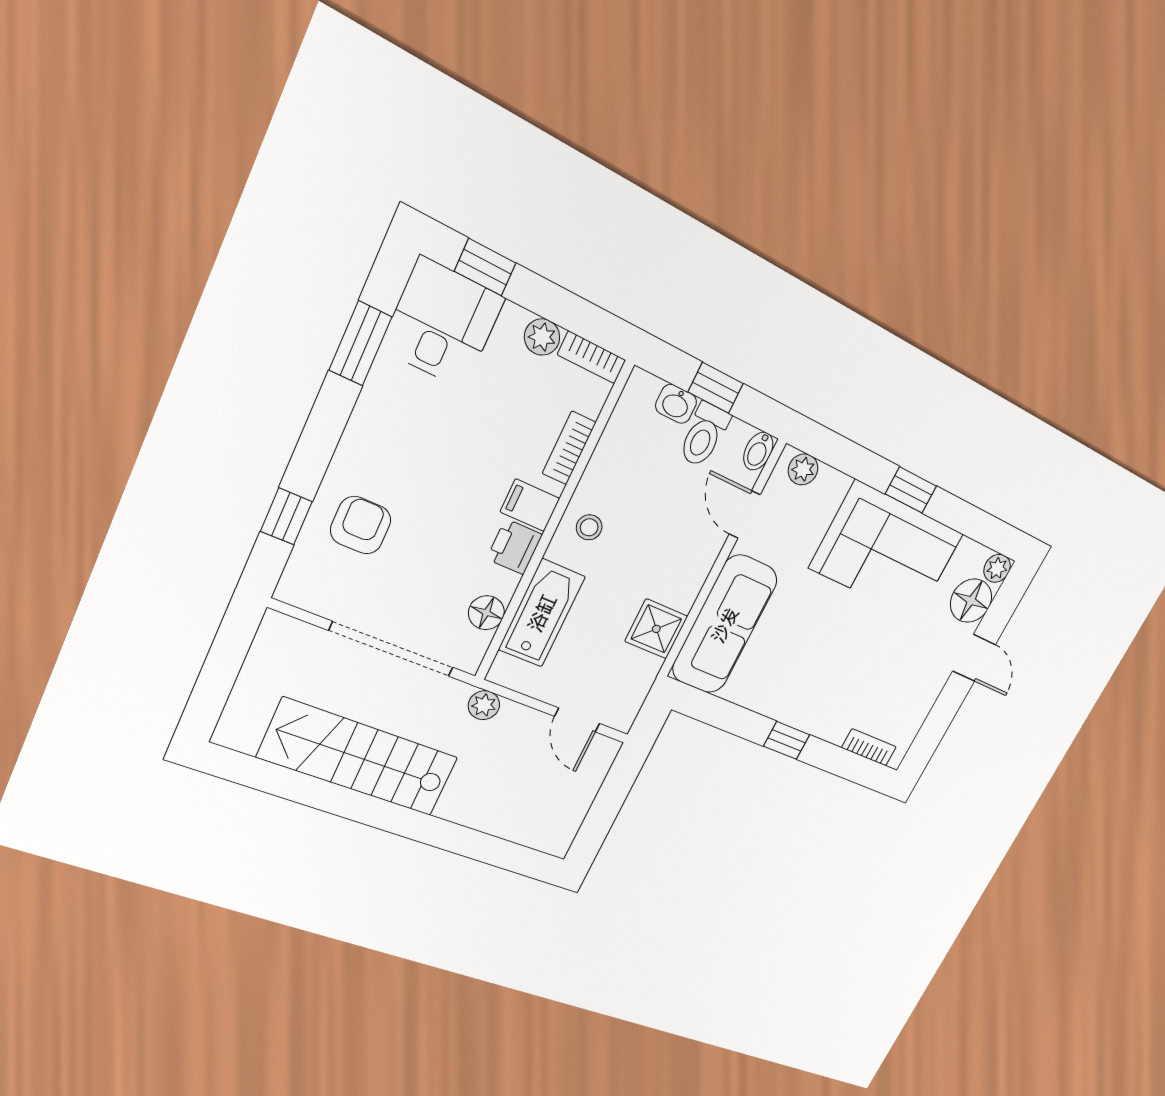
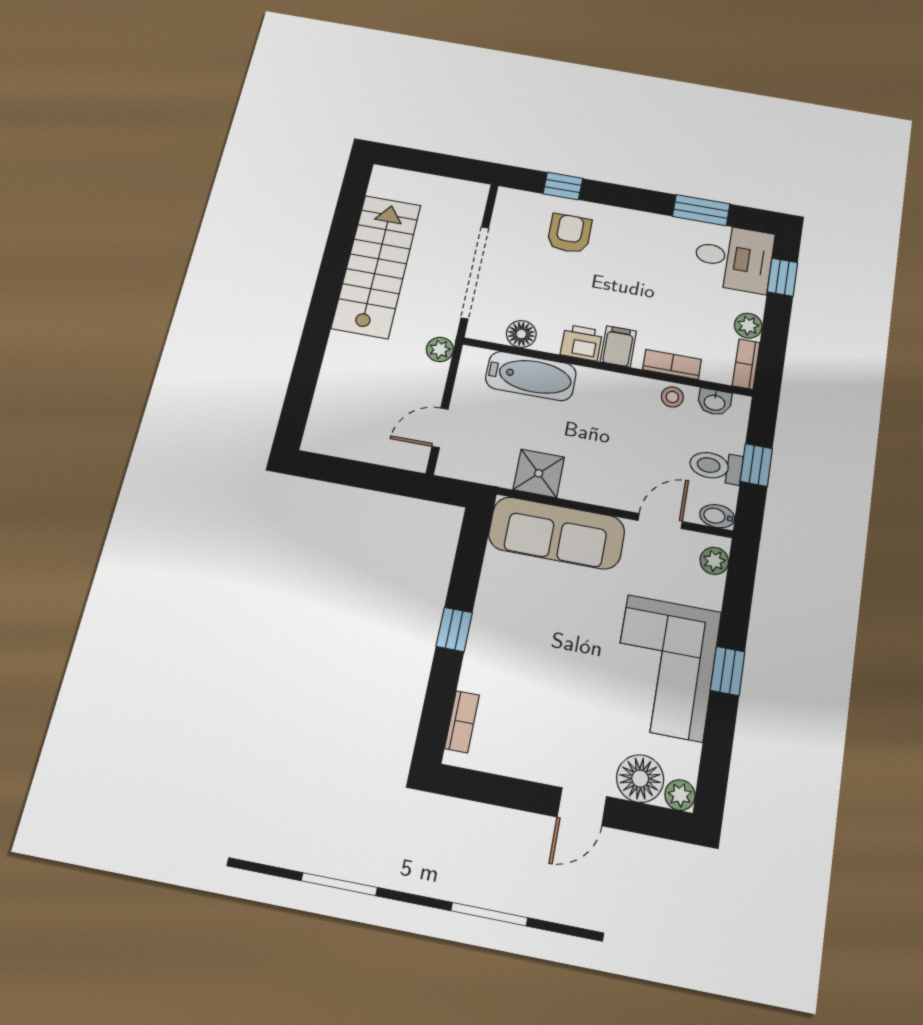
washbasin: (676, 404) -> (715, 402), moved, turned -90
armchair: (361, 525) -> (569, 233), turned -90
stool: (589, 527) -> (672, 397), moved

